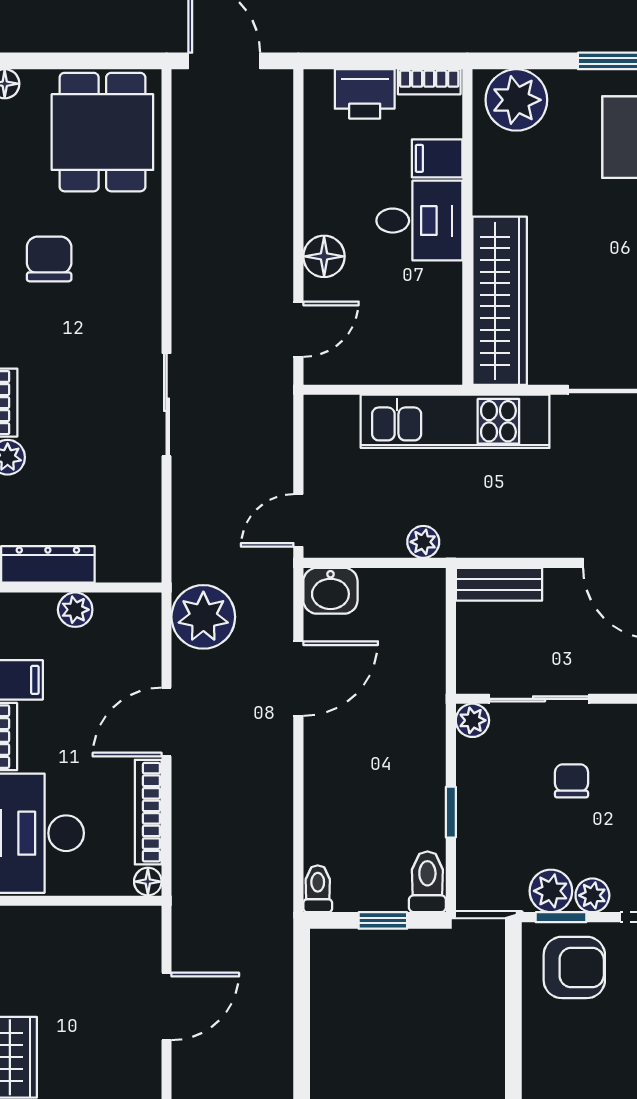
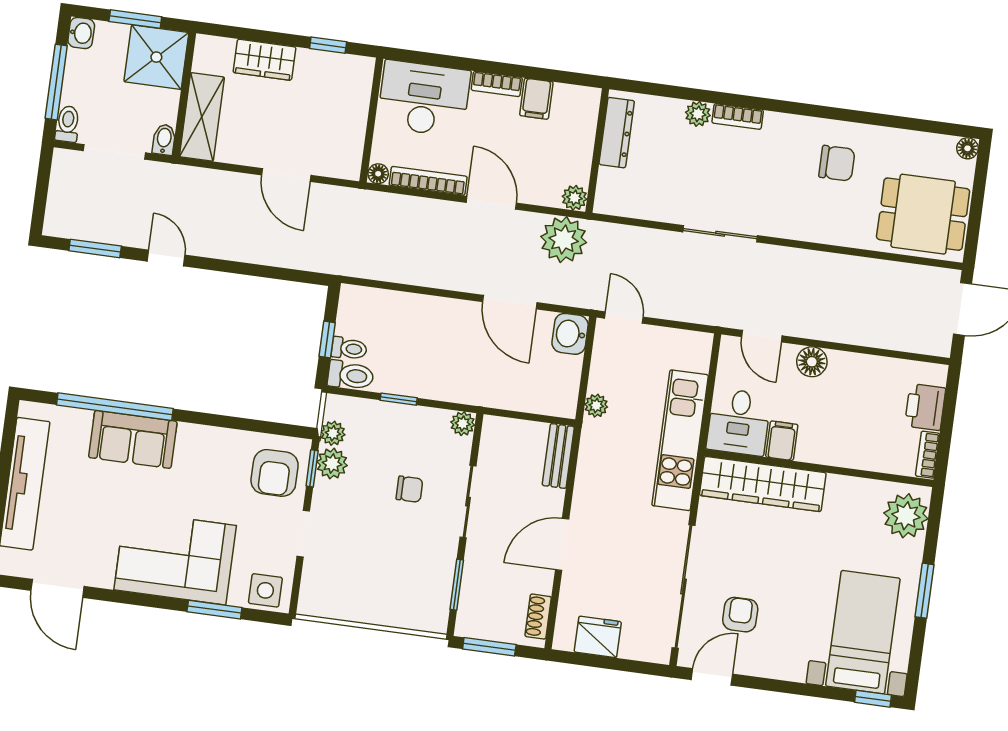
filing cabinet: (437, 158) -> (782, 441), moved
desk: (419, 221) -> (739, 422), moved
plant: (75, 610) -> (575, 198), moved
sliding door: (539, 699) -> (468, 502), moved
toilet: (318, 889) -> (349, 349), moved
plant: (592, 895) -> (333, 433), moved

